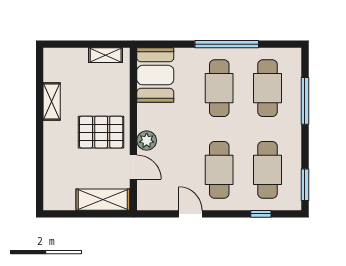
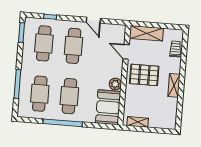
shelving: (52, 102) -> (174, 85), moved
plant: (147, 141) -> (115, 84), moved
trolley: (54, 178) -> (175, 49), added

